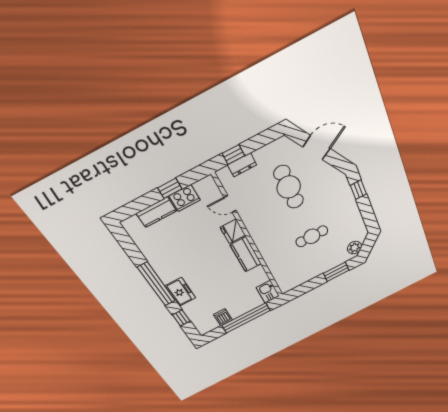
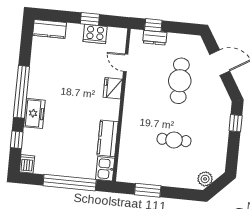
kitchen counter: (156, 212) -> (50, 29), moved
kitchen counter: (246, 254) -> (108, 138), moved
window: (336, 272) -> (148, 190), moved
dishwasher: (223, 317) -> (27, 164), moved

